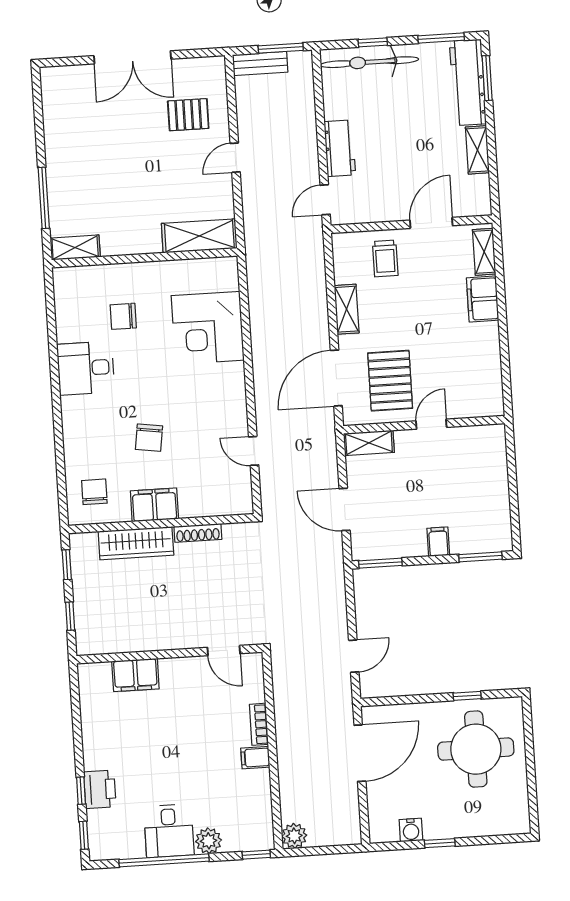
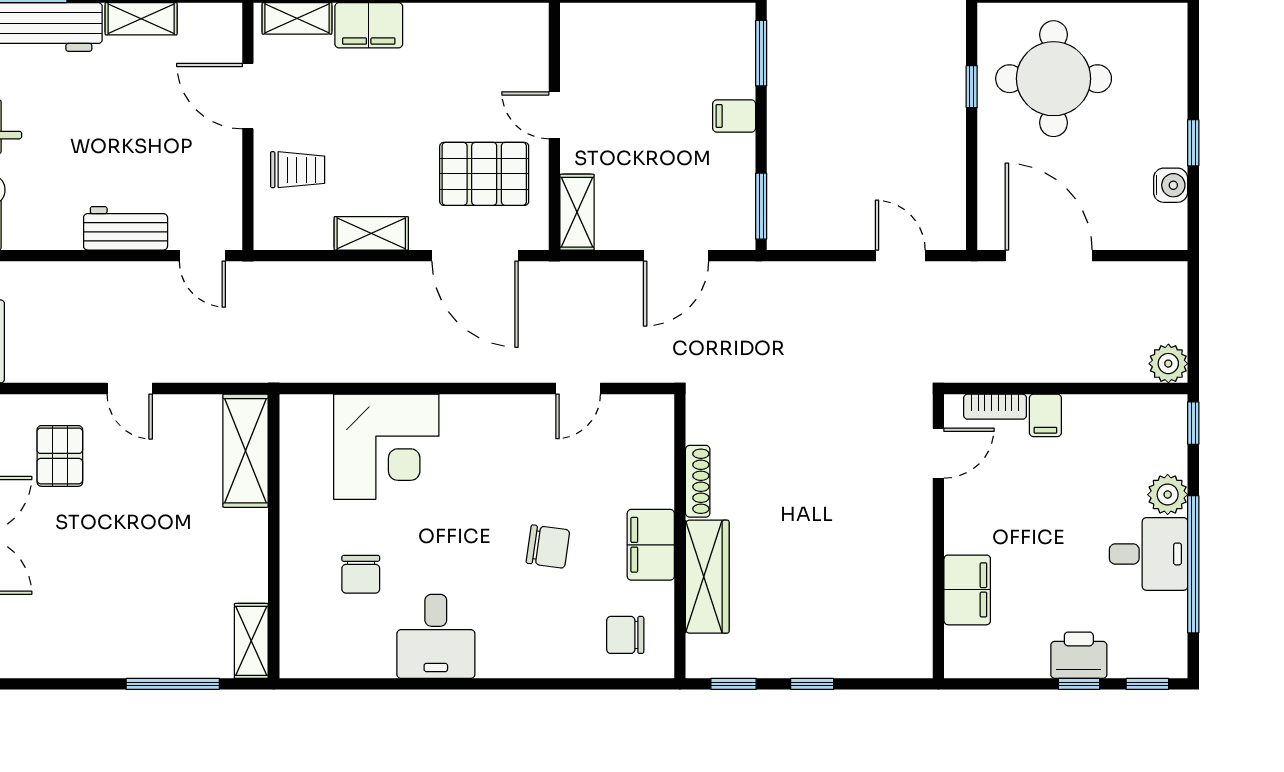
door: (224, 651) -> (938, 453), moved
wall: (169, 654) -> (938, 536), moved
filing cabinet: (135, 675) -> (967, 590), moved

